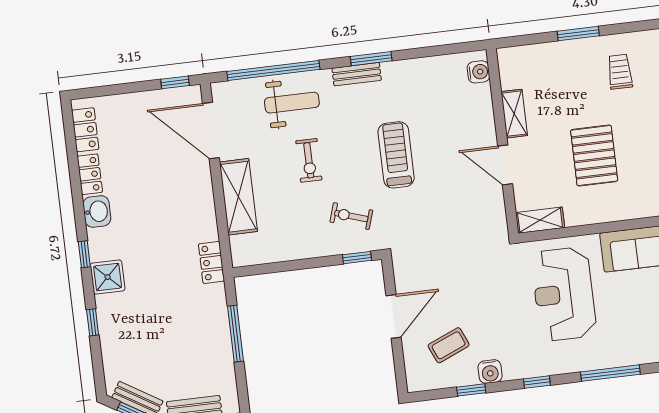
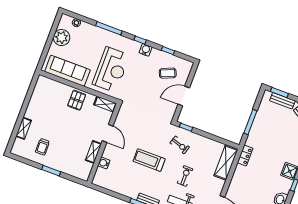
water cooler: (478, 72) -> (104, 163), moved
treadmill: (396, 155) -> (149, 160), turned 90
pallet: (594, 156) -> (77, 100), moved, width x0.67, depth x0.71
shelving: (238, 197) -> (226, 163), moved
water cooler: (490, 372) -> (146, 50), moved

